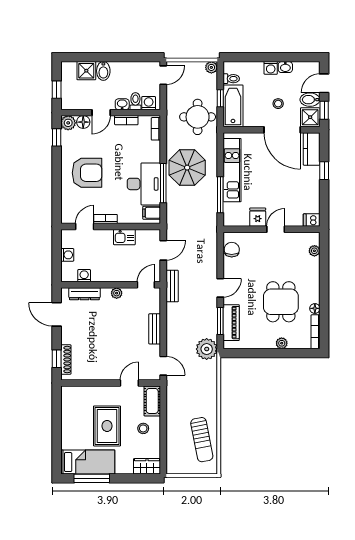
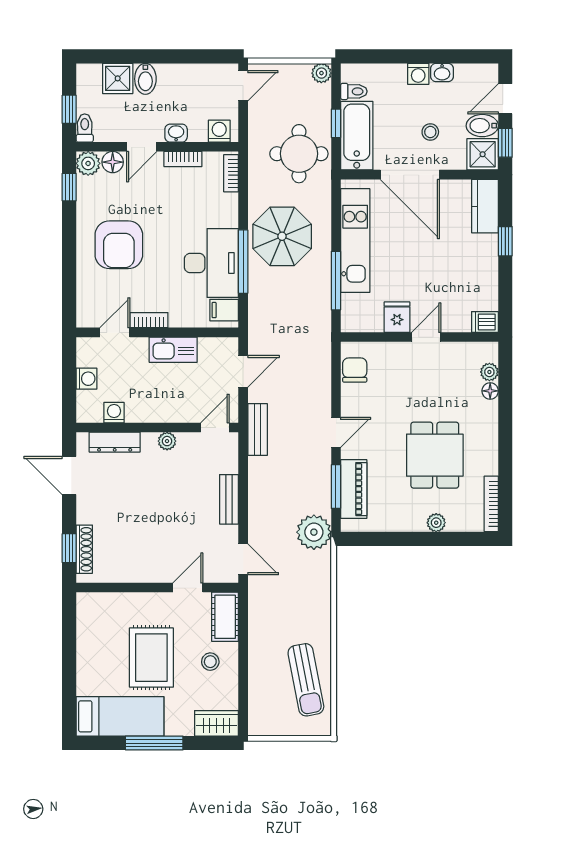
toilet: (135, 101) -> (85, 128), moved
door: (282, 130) -> (410, 175), moved
armchair: (87, 173) -> (119, 245), turned 90
kitchen sink: (124, 237) -> (173, 350), width x1.38
floor lamp: (315, 308) -> (490, 391), moved
window: (92, 478) -> (154, 743), moved

